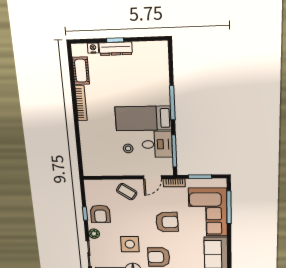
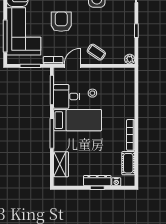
wardrobe: (160, 67) -> (61, 164), added
armchair: (100, 214) -> (122, 30), removed
armchair: (167, 222) -> (61, 22), turned 92
plant: (94, 234) -> (130, 59), moved

